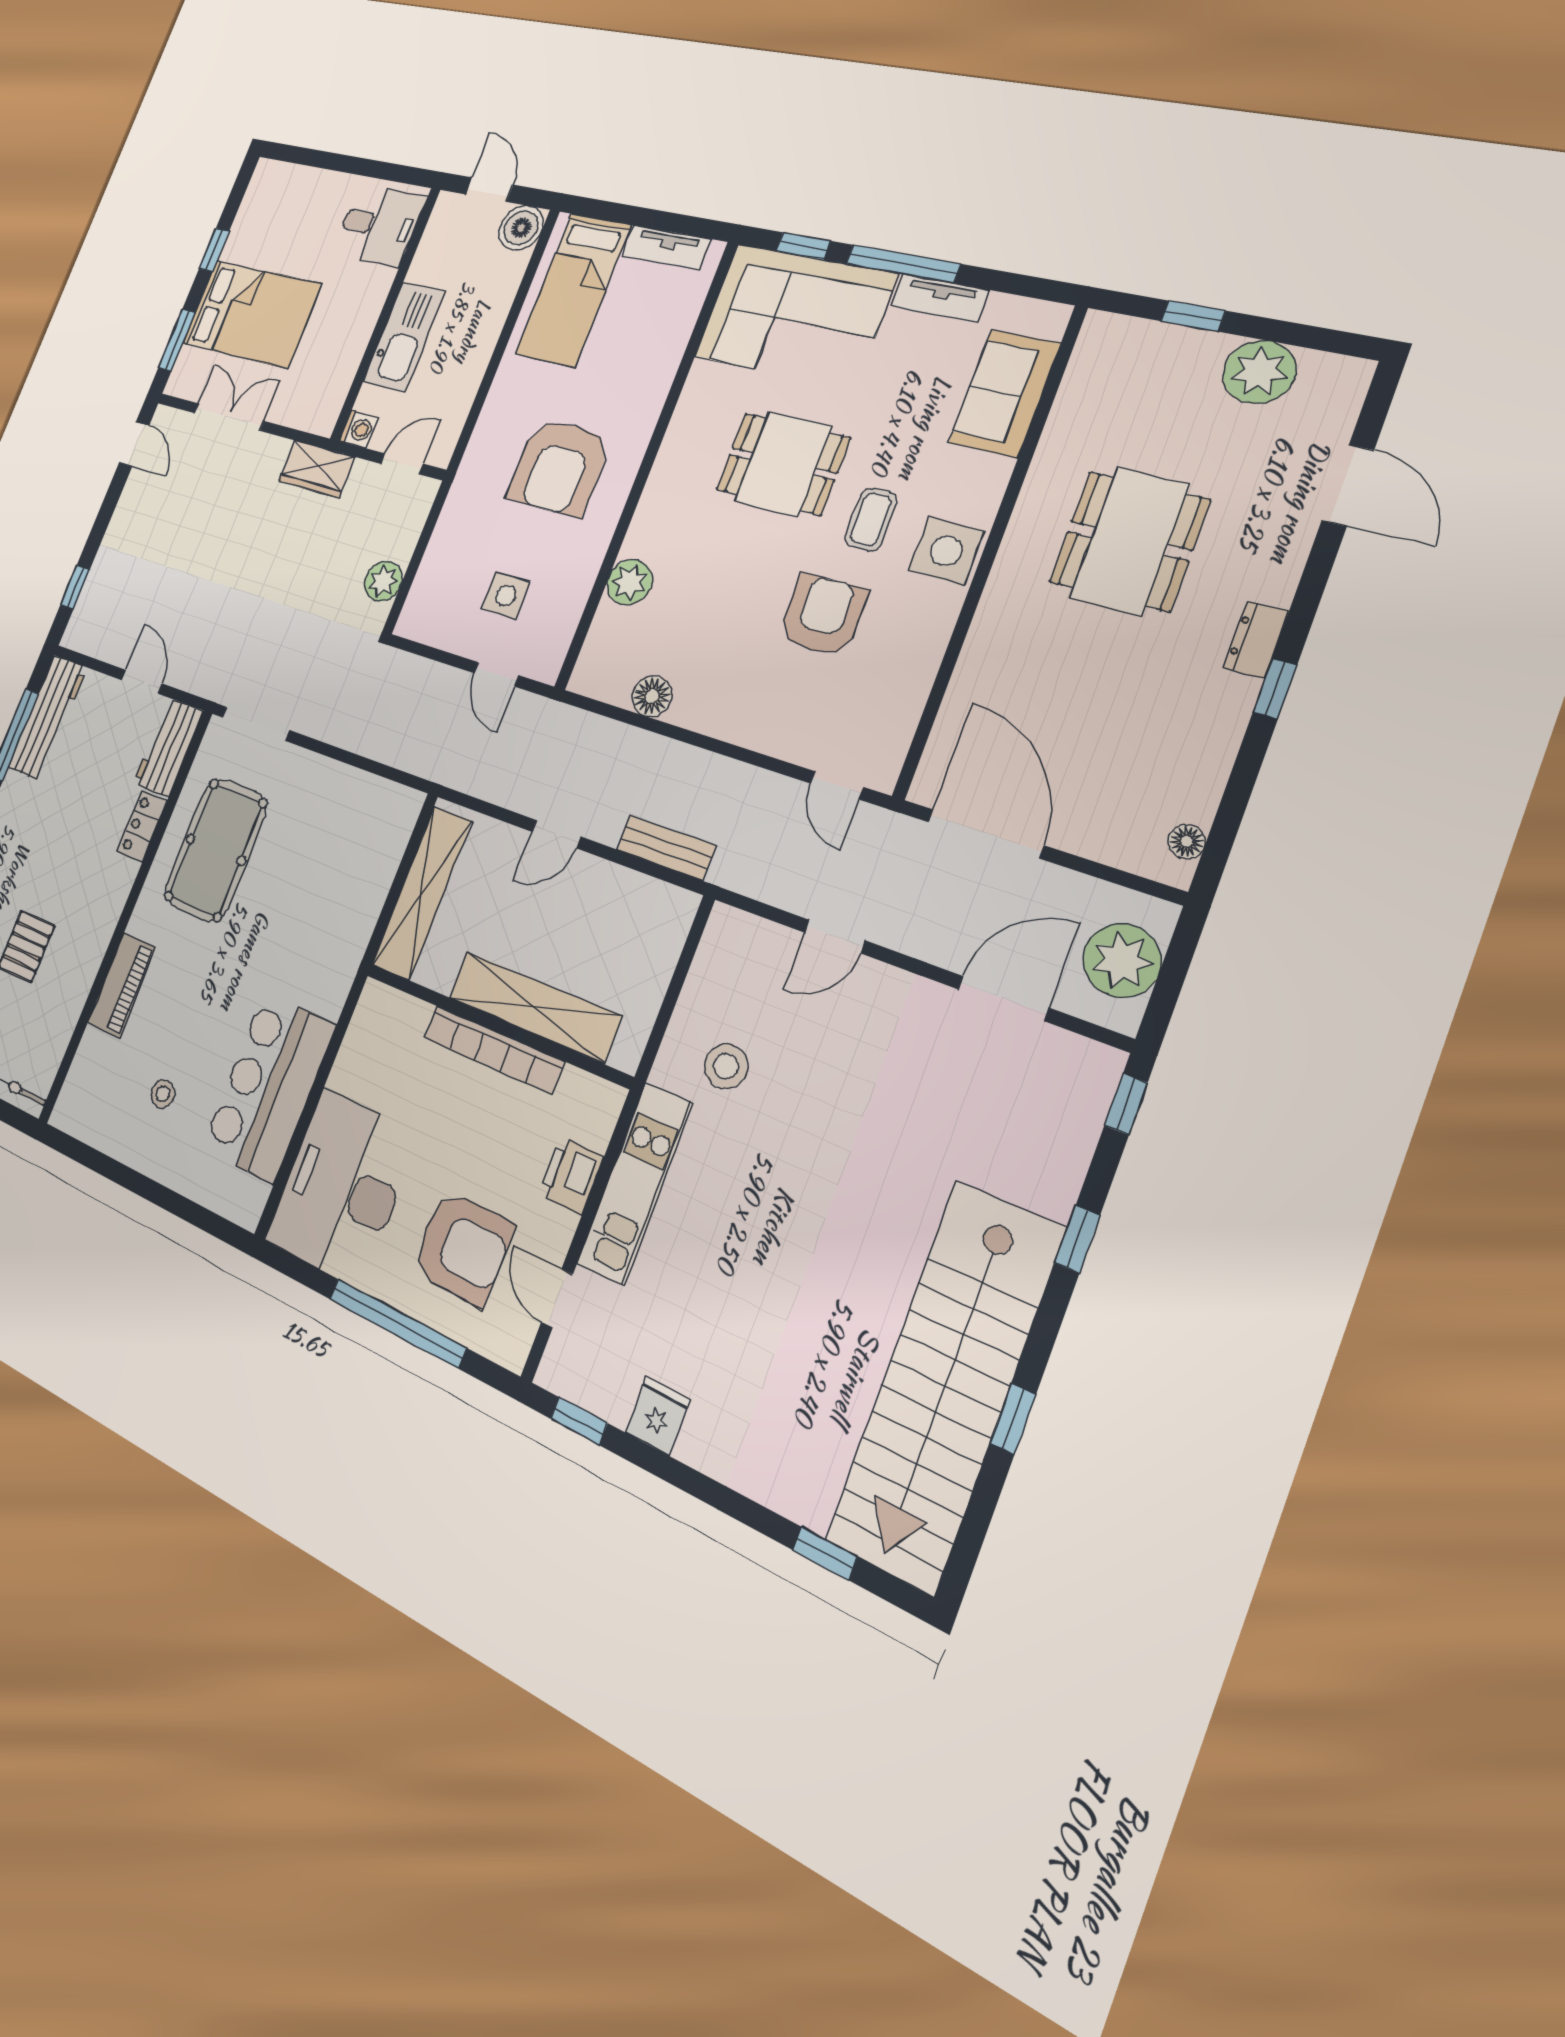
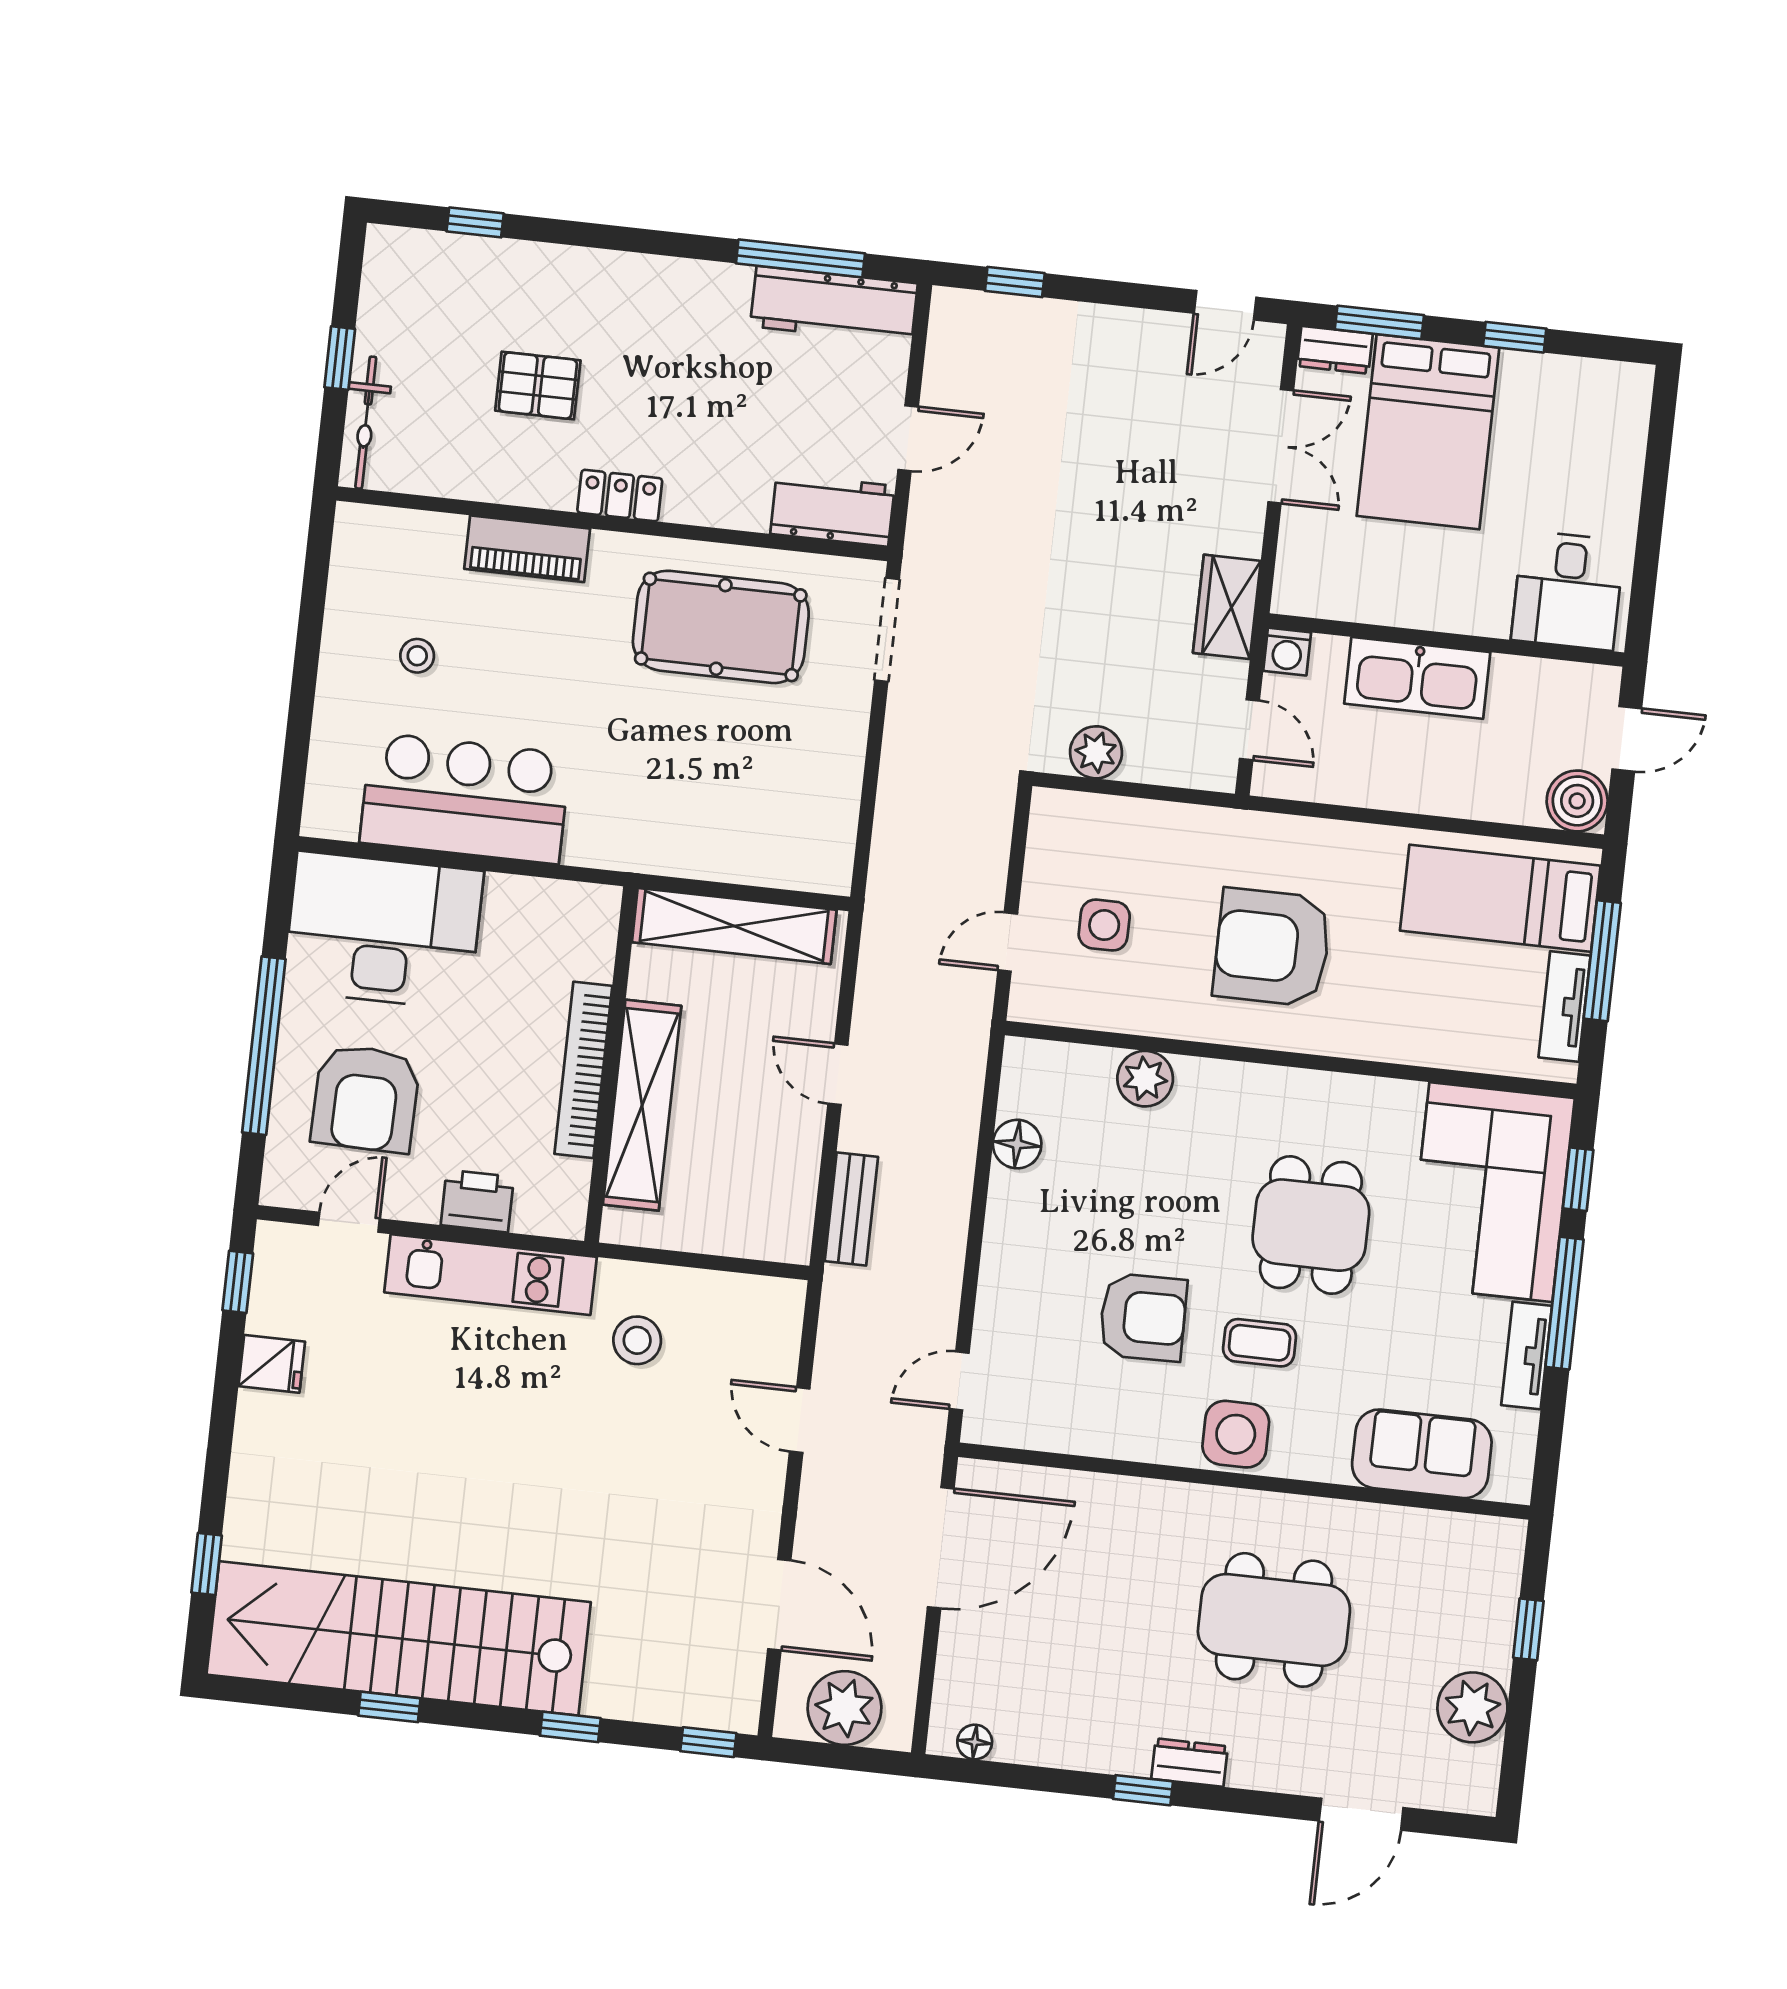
window: (640, 217) -> (1602, 961), added
dresser: (183, 372) -> (1335, 350), added
locker: (142, 826) -> (620, 496), moved

